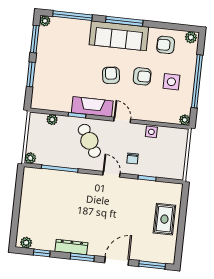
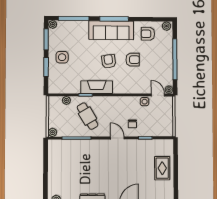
side table: (171, 82) -> (62, 57), moved
door: (122, 120) -> (158, 95), moved
cafe table: (89, 141) -> (88, 116), moved

